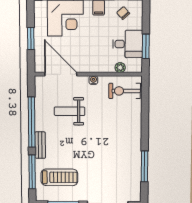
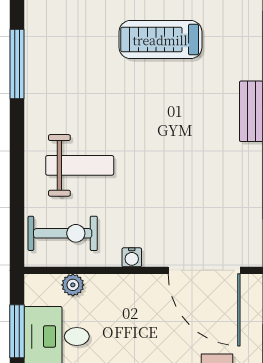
weight bench: (70, 111) -> (80, 165), moved
treadmill: (59, 177) -> (160, 40), moved

